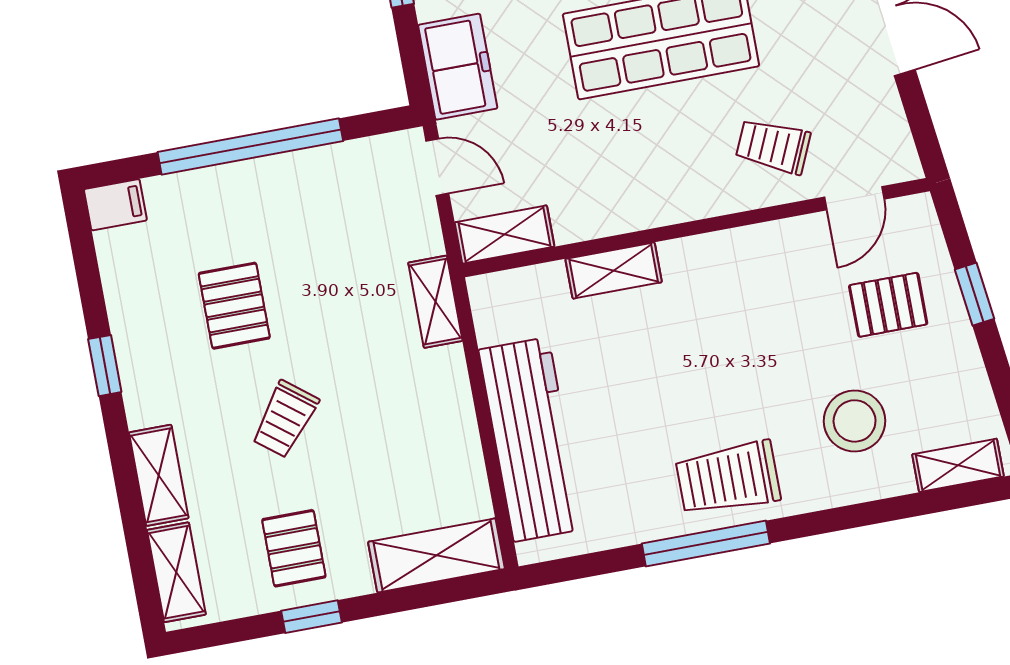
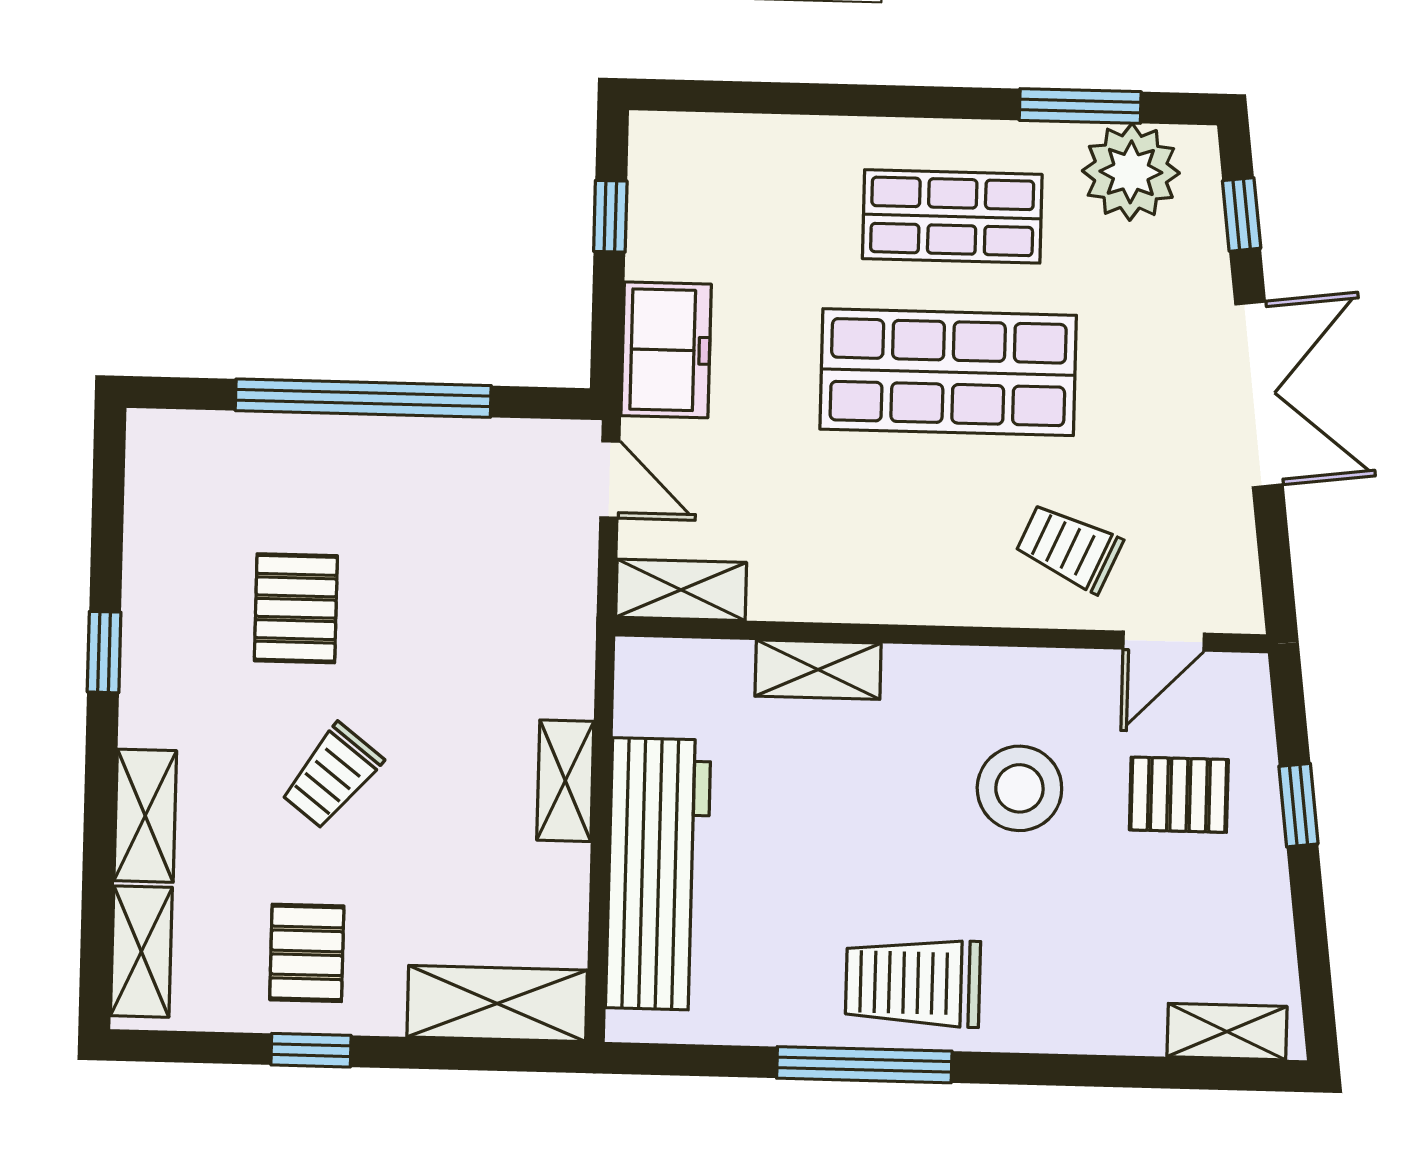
filing cabinet: (115, 205) -> (165, 438), removed
shelving: (435, 302) -> (565, 781), moved
stool: (855, 421) -> (1019, 788), moved

